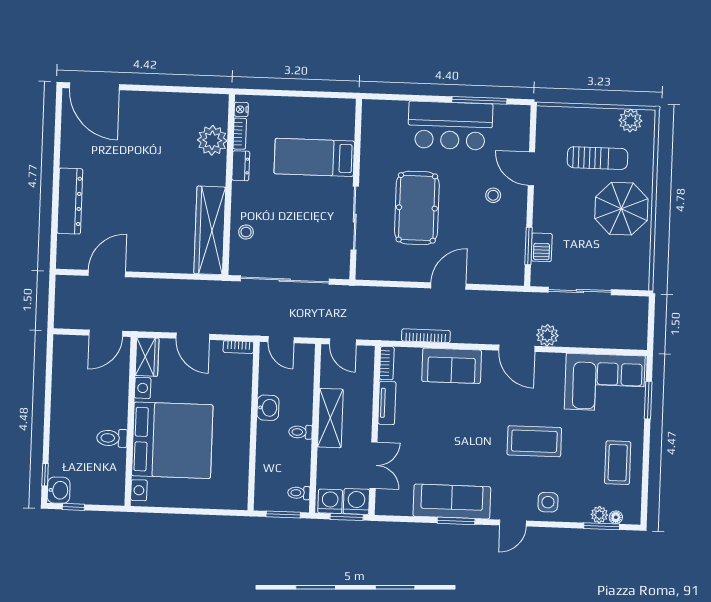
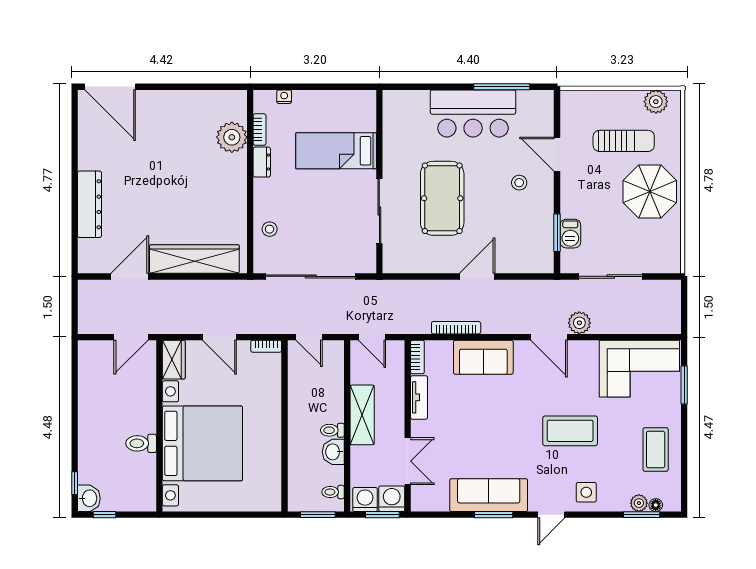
nightstand: (241, 109) -> (284, 97), moved, turned 90
wardrobe: (210, 230) -> (194, 259), moved, turned 90
washbasin: (268, 408) -> (333, 452), moved, turned 180

